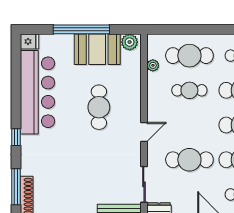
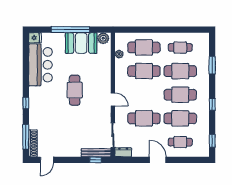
cafe table: (189, 90) -> (144, 71), width x1.37, depth x1.35
bar counter: (37, 92) -> (40, 65), width x0.73
cafe table: (99, 107) -> (75, 90), moved
door: (144, 132) -> (113, 99), hinge flipped

